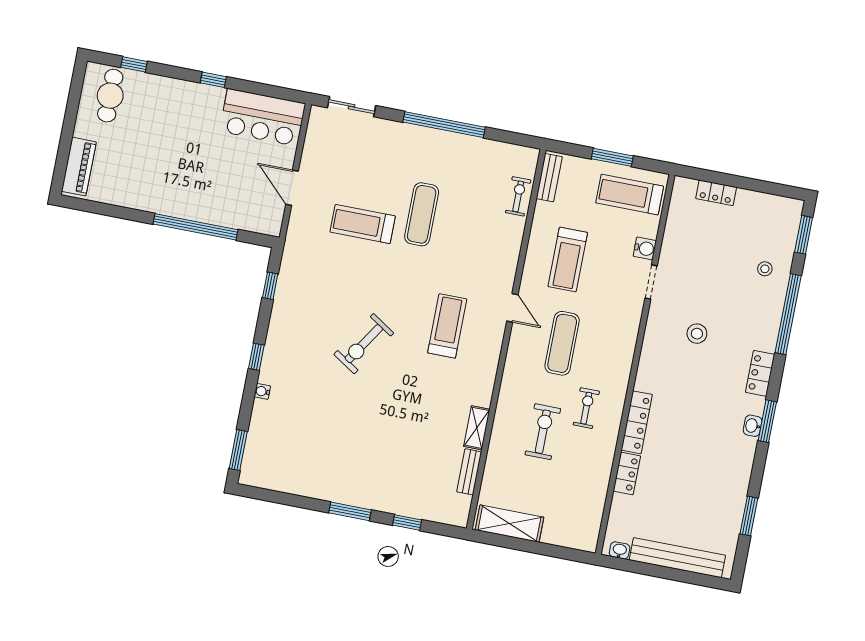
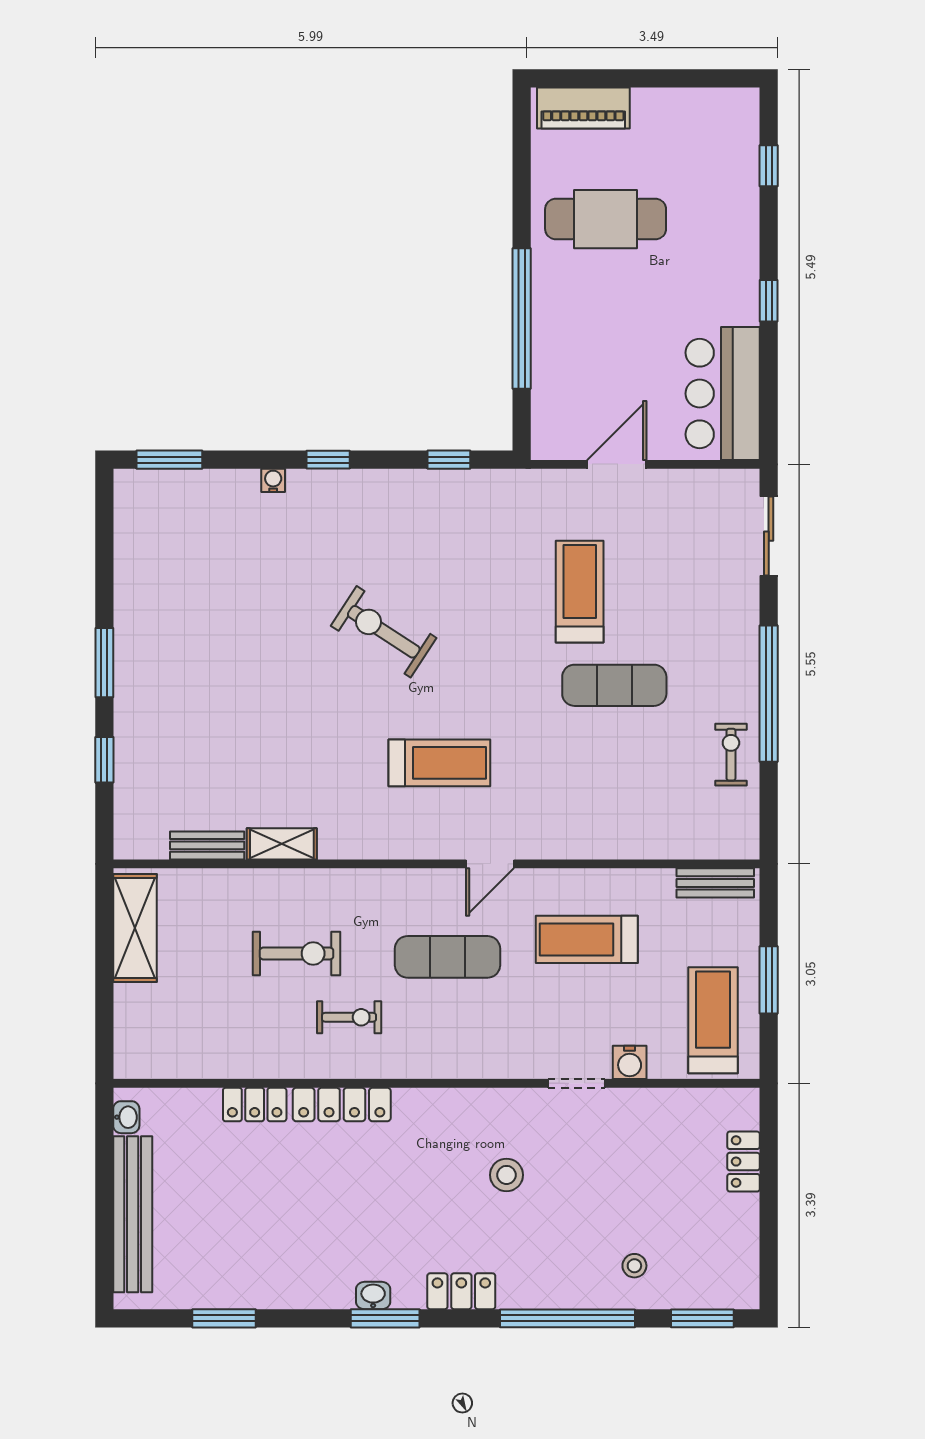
cafe table: (110, 96) -> (606, 219), moved, width x1.37, depth x1.35
exercise bike: (518, 196) -> (731, 755), moved, turned -90

